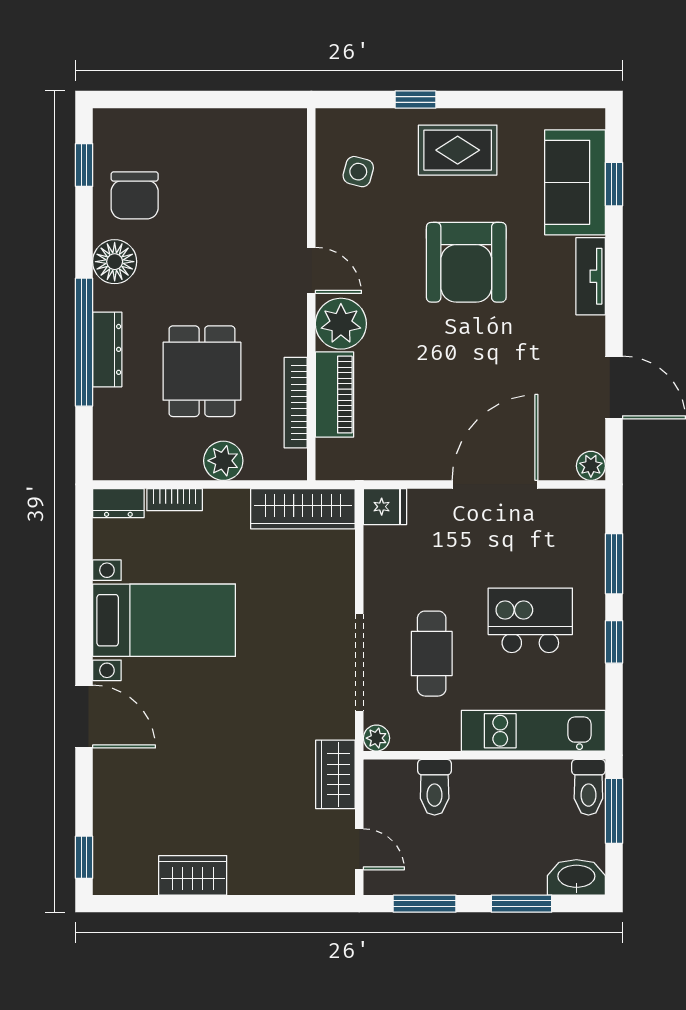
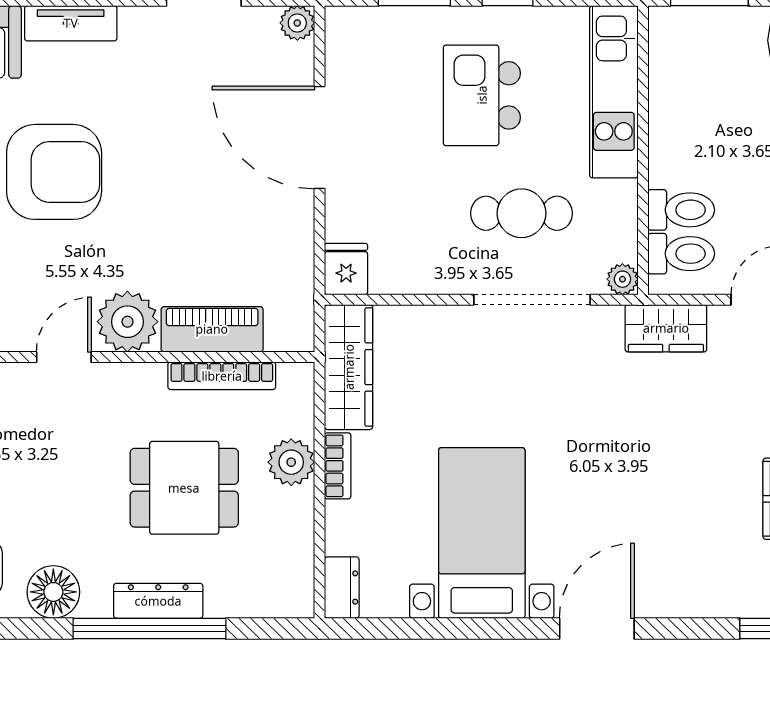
bookcase: (175, 500) -> (338, 466), moved
toilet: (588, 787) -> (681, 254), moved

